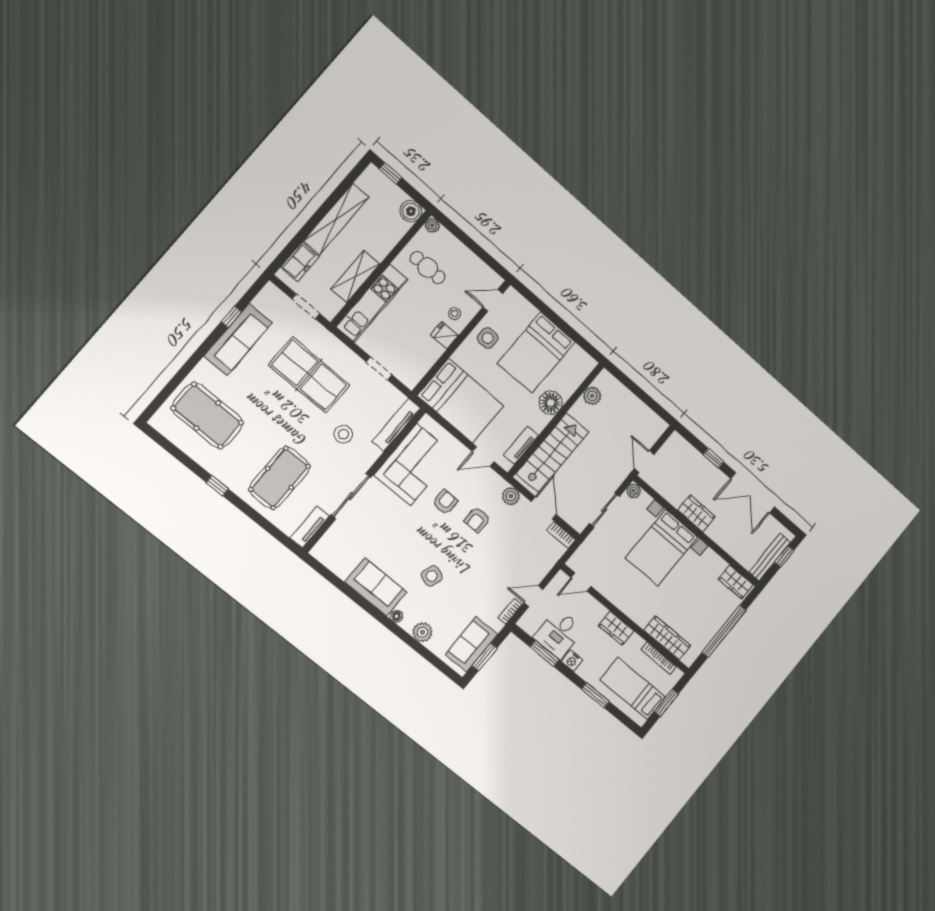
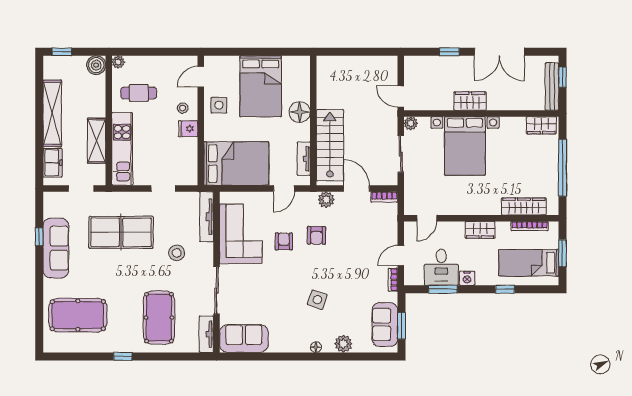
plant: (592, 396) -> (325, 82), removed
sofa: (376, 587) -> (244, 338), moved
window: (595, 695) -> (505, 289), width x0.67

